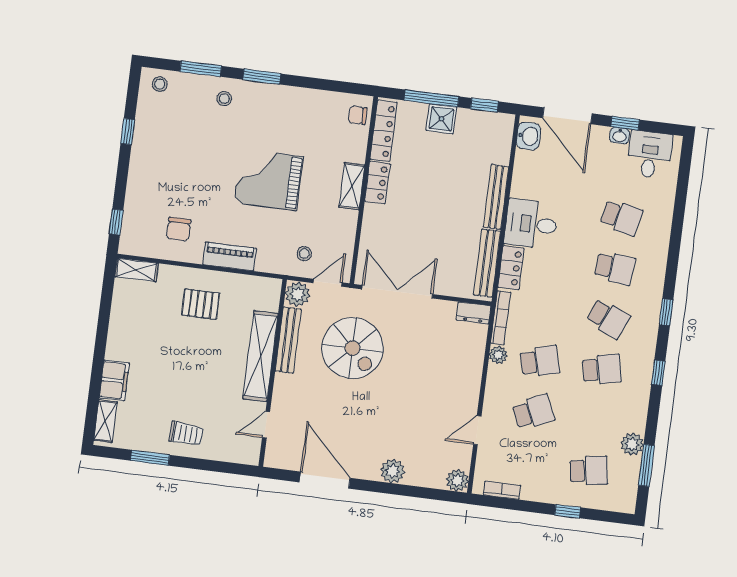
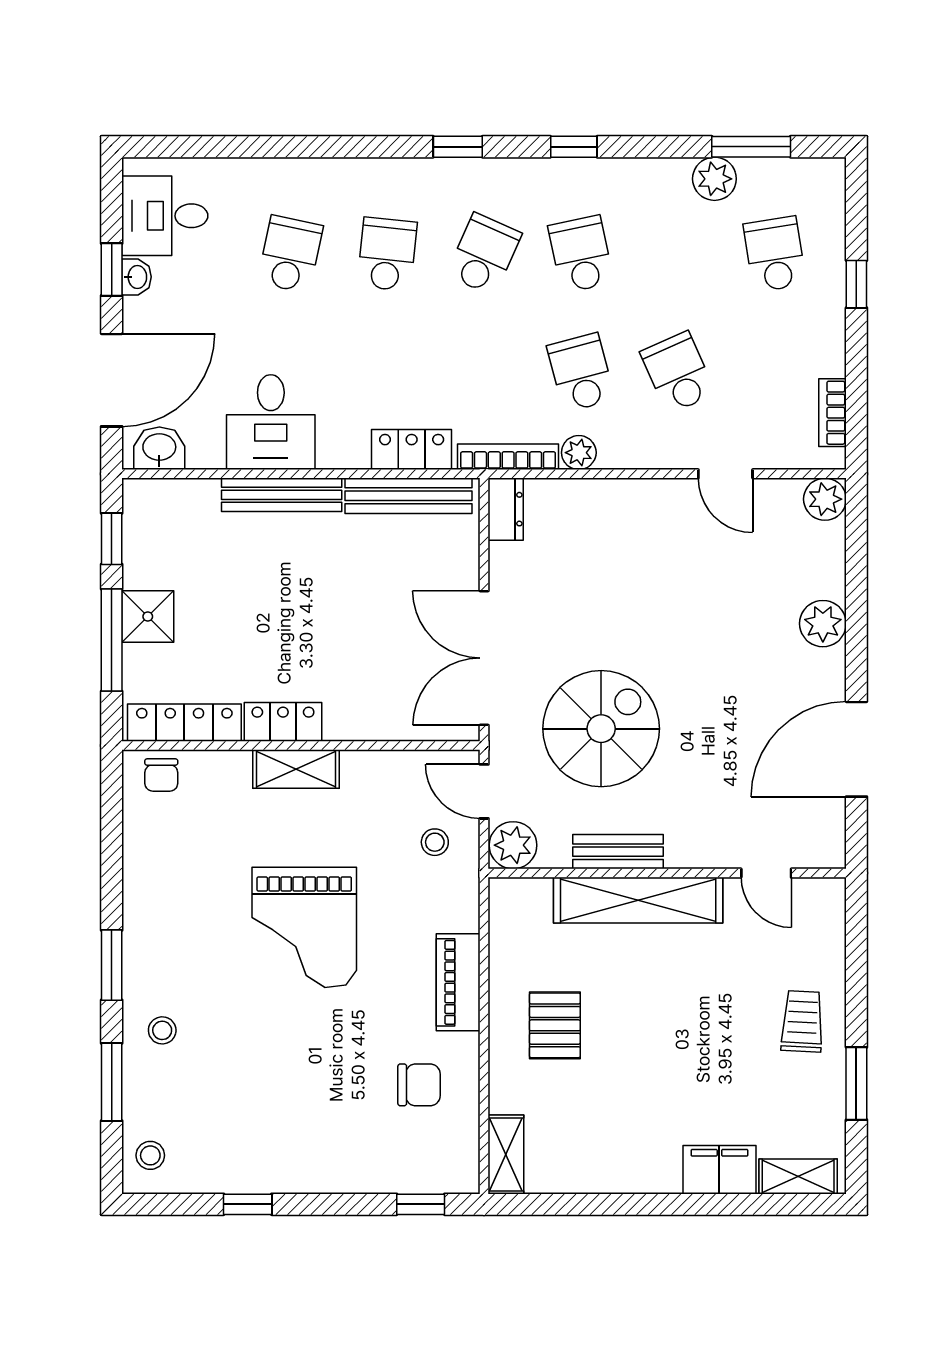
desk: (531, 224) -> (271, 422), moved
bench: (288, 340) -> (618, 852), width x0.73

